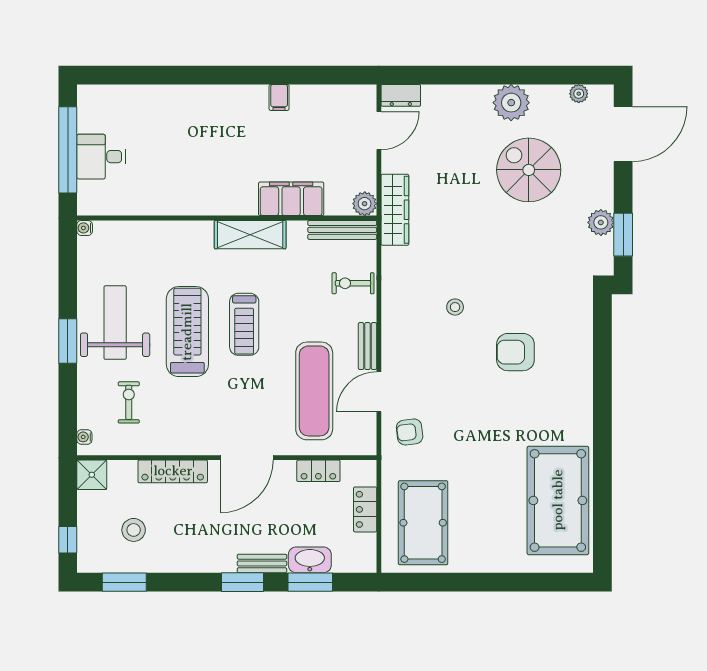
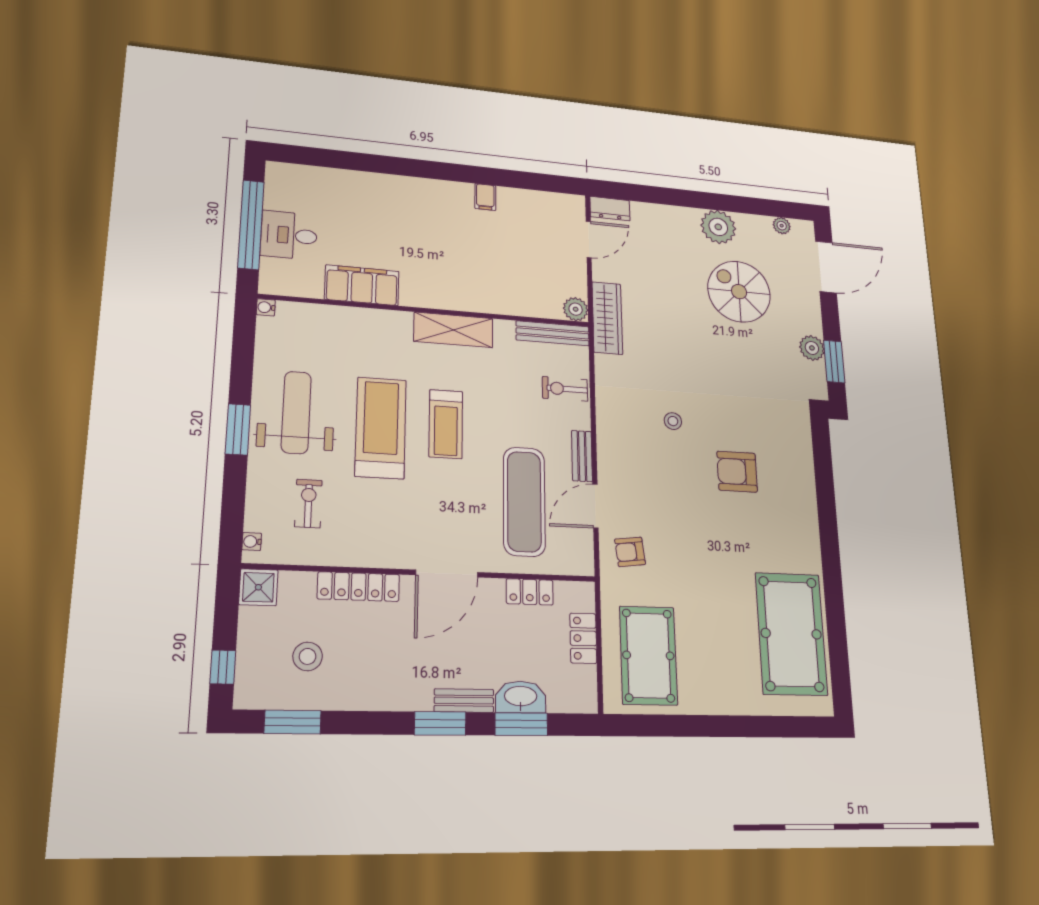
filing cabinet: (291, 199) -> (362, 285), moved

